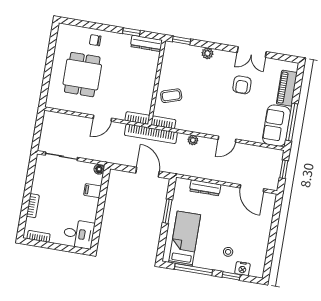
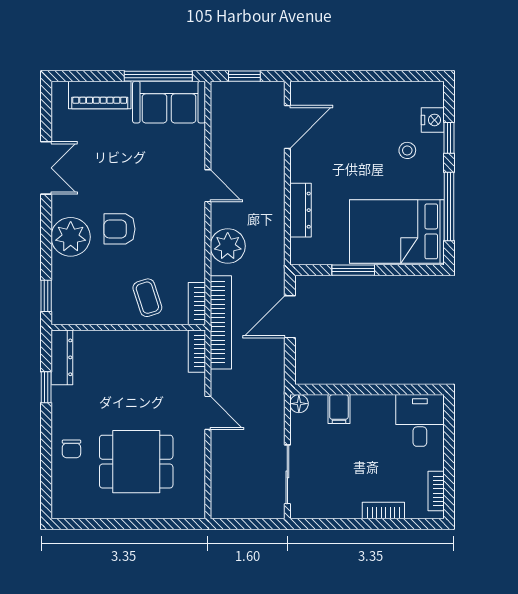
plant: (207, 53) -> (71, 237), width x1.87, depth x1.87
armchair: (242, 85) -> (119, 229), moved, turned 180
plant: (193, 140) -> (228, 246), width x1.88, depth x1.88
bed: (185, 239) -> (397, 231), width x1.50

